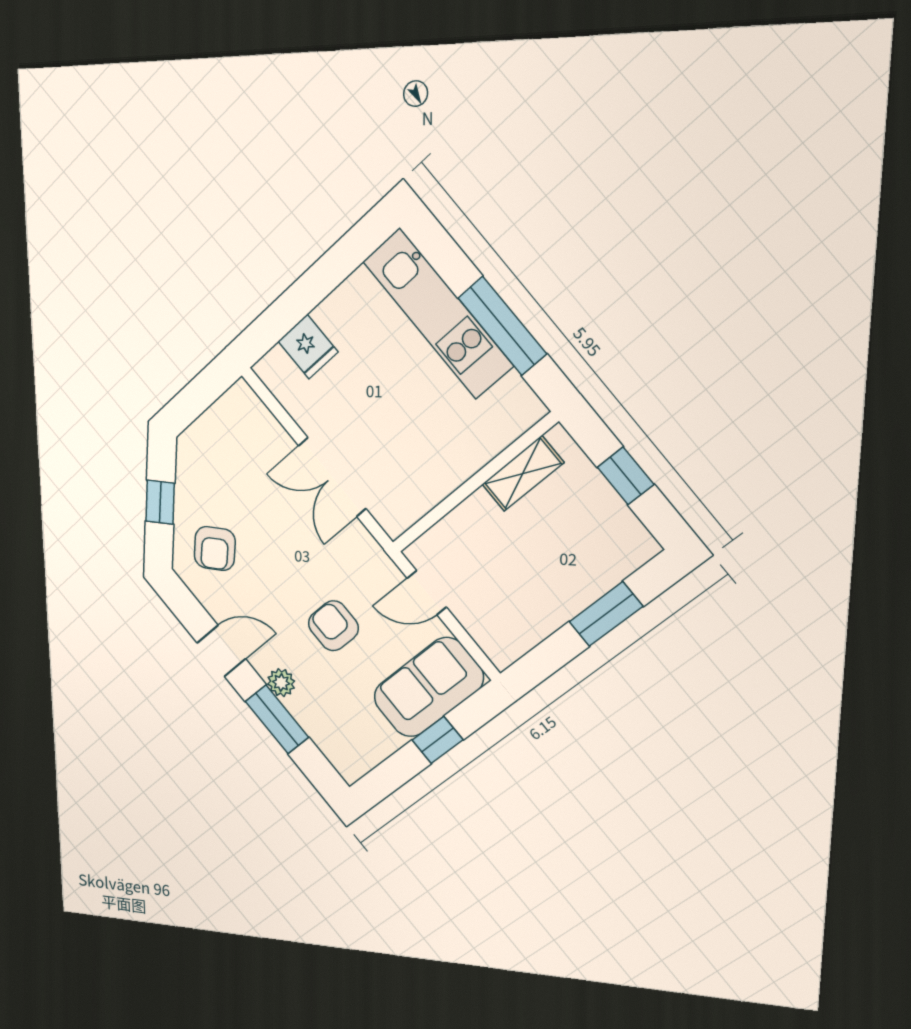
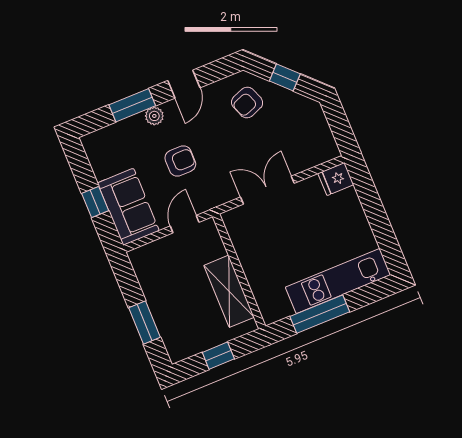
fridge: (308, 347) -> (336, 179), moved
shelving: (523, 473) -> (229, 291), width x1.50, depth x1.33
armchair: (215, 548) -> (247, 102), turned -67

